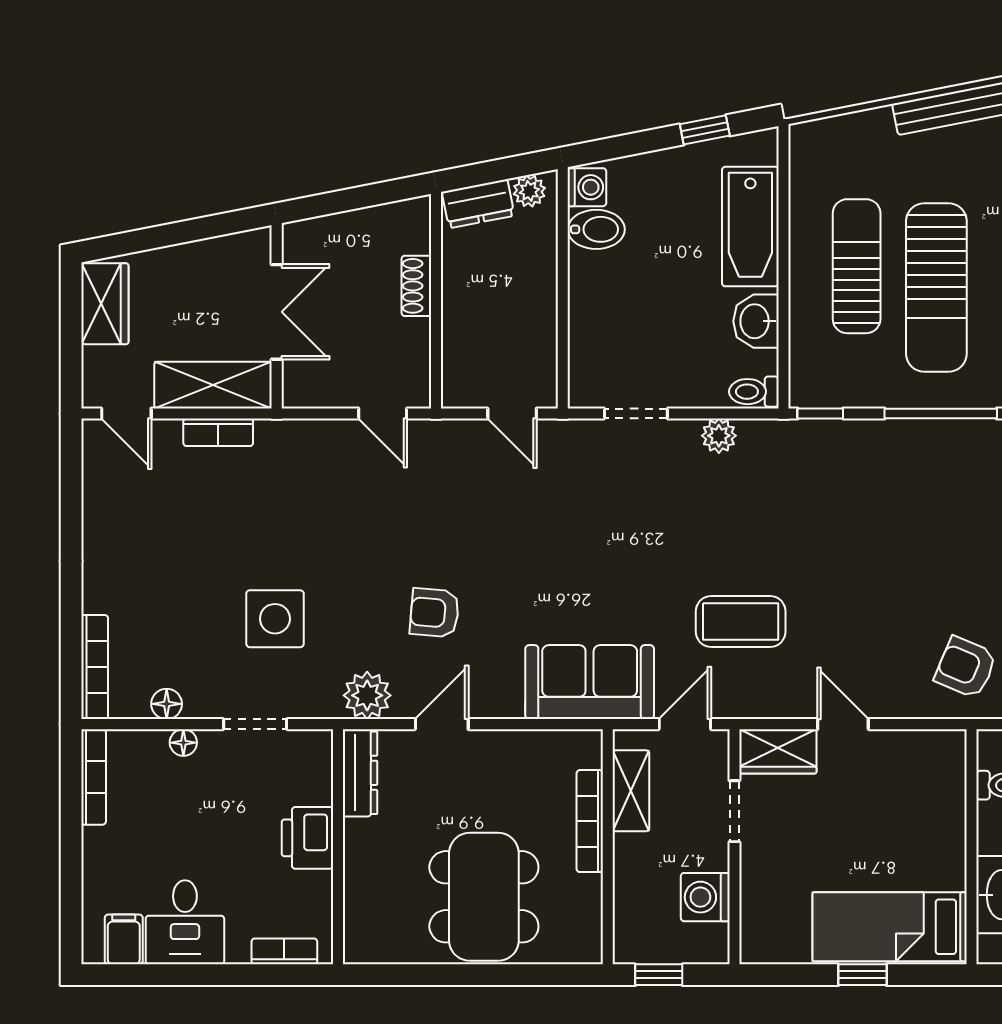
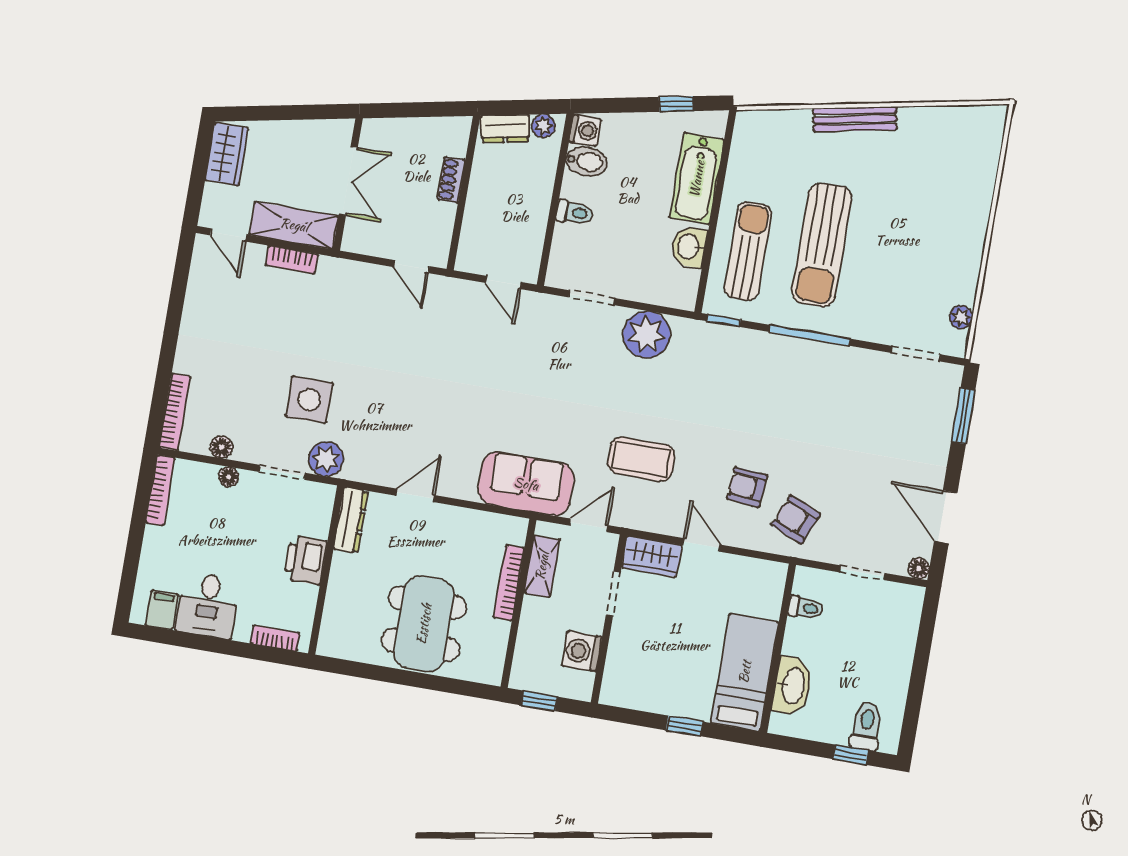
sun lounger: (857, 266) -> (748, 251), moved
toilet: (754, 392) -> (575, 213), moved, turned 180
plant: (719, 436) -> (647, 335), width x1.88, depth x1.88
armchair: (434, 613) -> (747, 487), moved
plant: (367, 695) -> (326, 459), moved
bed: (890, 927) -> (745, 672), moved, turned 90

